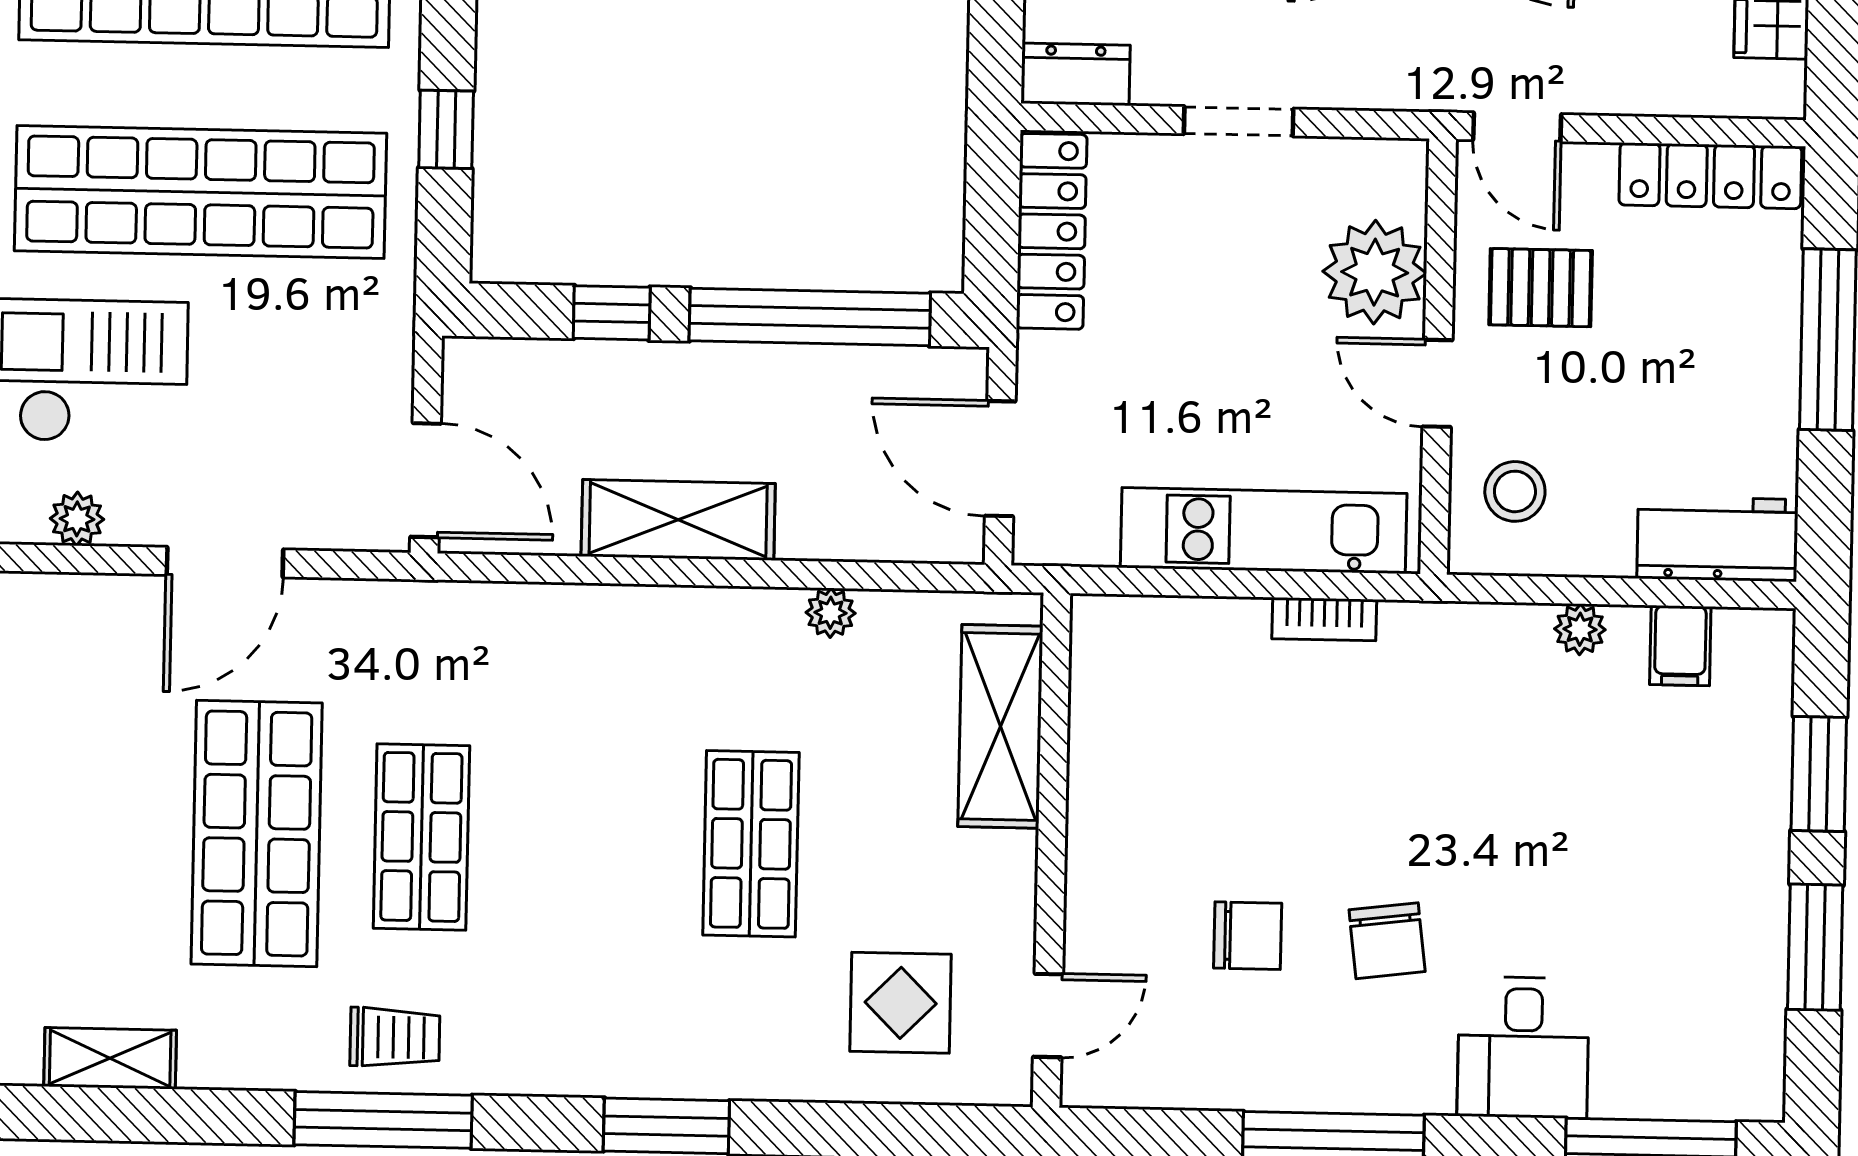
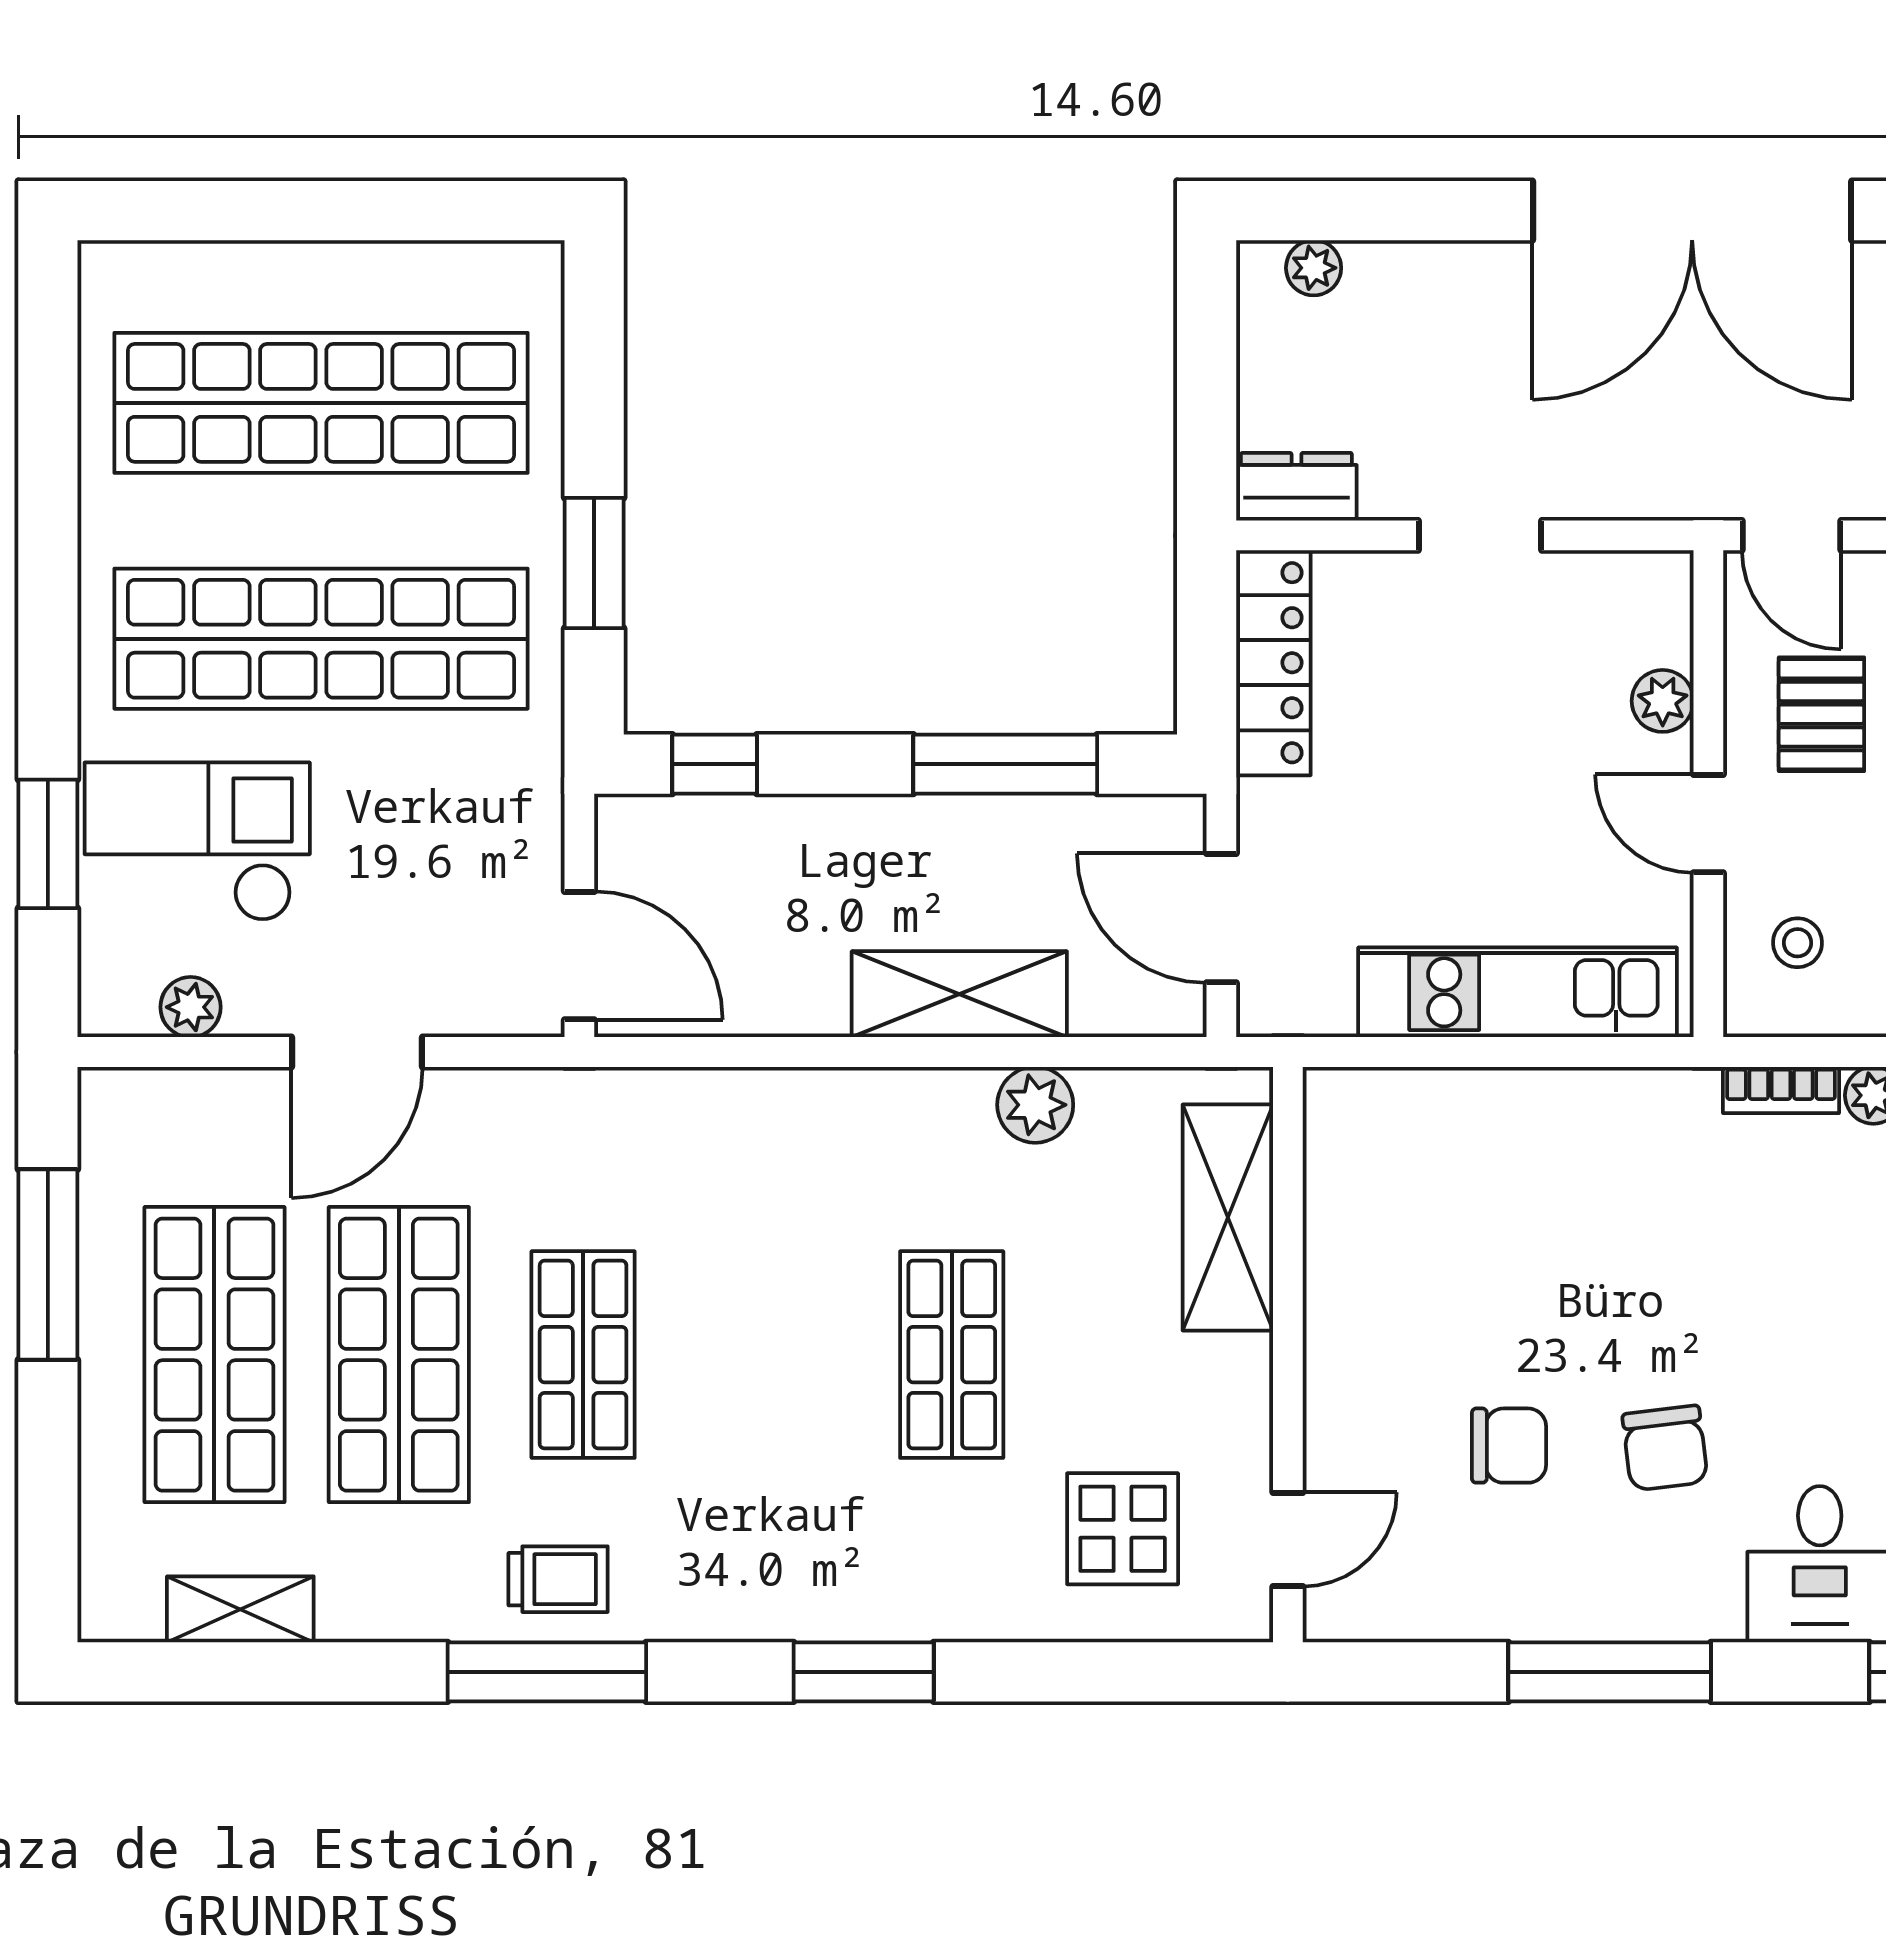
window: (446, 129) -> (594, 563), width x1.50
plant: (1375, 272) -> (1663, 701), width x0.53, depth x0.53
pallet: (1541, 288) -> (1821, 714), turned 90
window: (612, 313) -> (715, 764), moved
window: (810, 317) -> (1005, 764), width x0.68
stool: (1515, 491) -> (1797, 943), width x0.73, depth x0.73
shelving: (678, 520) -> (959, 994), moved
plant: (831, 613) -> (1035, 1105), width x1.38, depth x1.38
bookcase: (1324, 619) -> (1781, 1090), moved
shop shelf: (92, 830) -> (214, 1355), added

